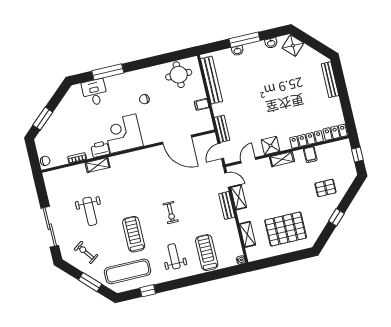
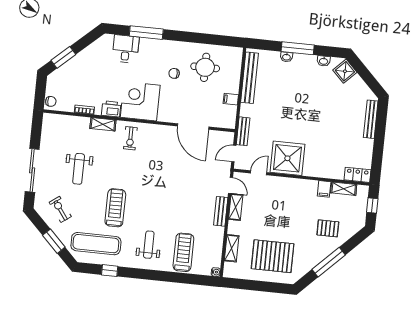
round table: (179, 75) -> (205, 67), moved
locker: (306, 139) -> (326, 172), removed
shower: (271, 146) -> (287, 158), width x1.86, depth x1.86
shelving: (282, 159) -> (344, 189), moved
exercise bike: (171, 213) -> (130, 138), moved
window: (336, 217) -> (329, 262), width x2.17

